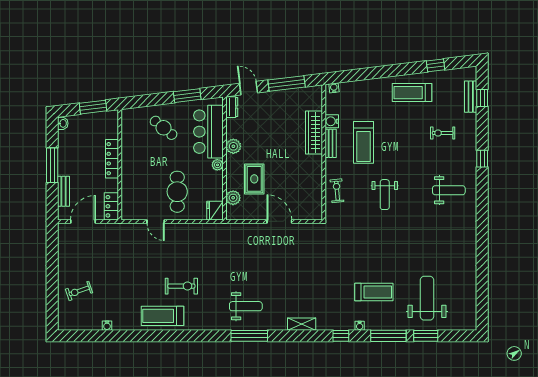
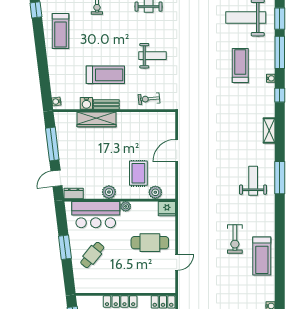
window: (187, 96) -> (65, 247), moved
rug: (254, 179) -> (138, 173), turned 90
exercise bike: (181, 286) -> (235, 239), turned 180

